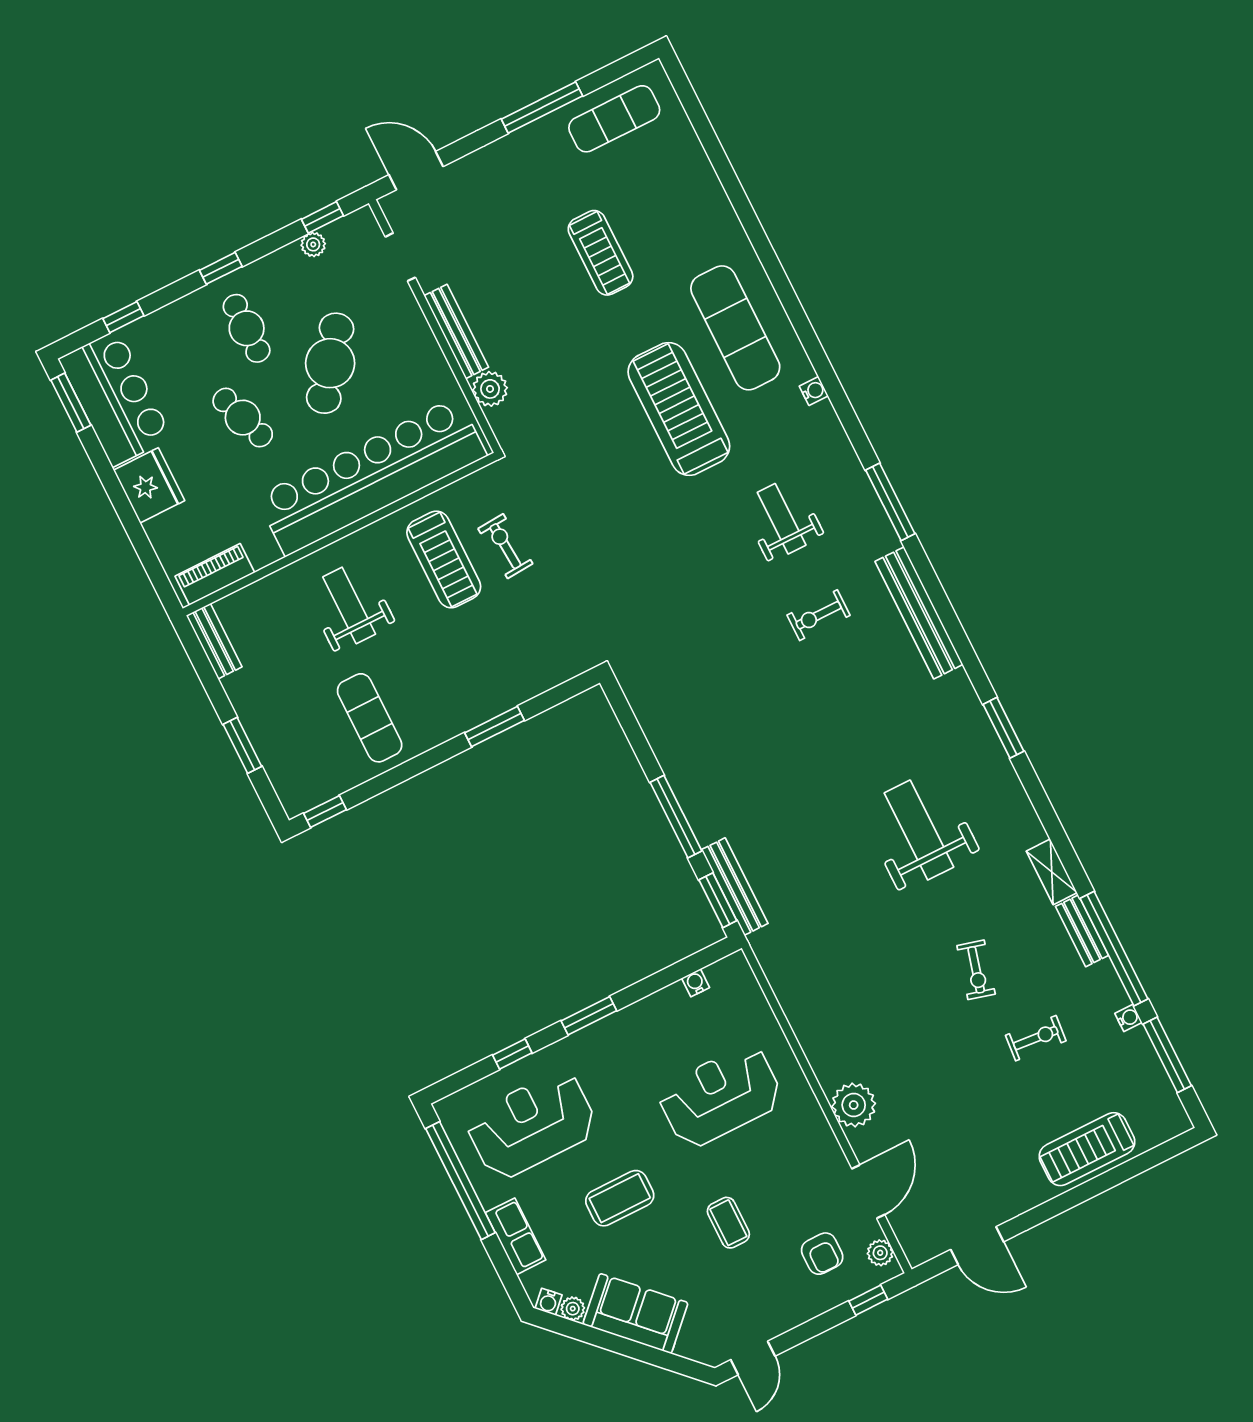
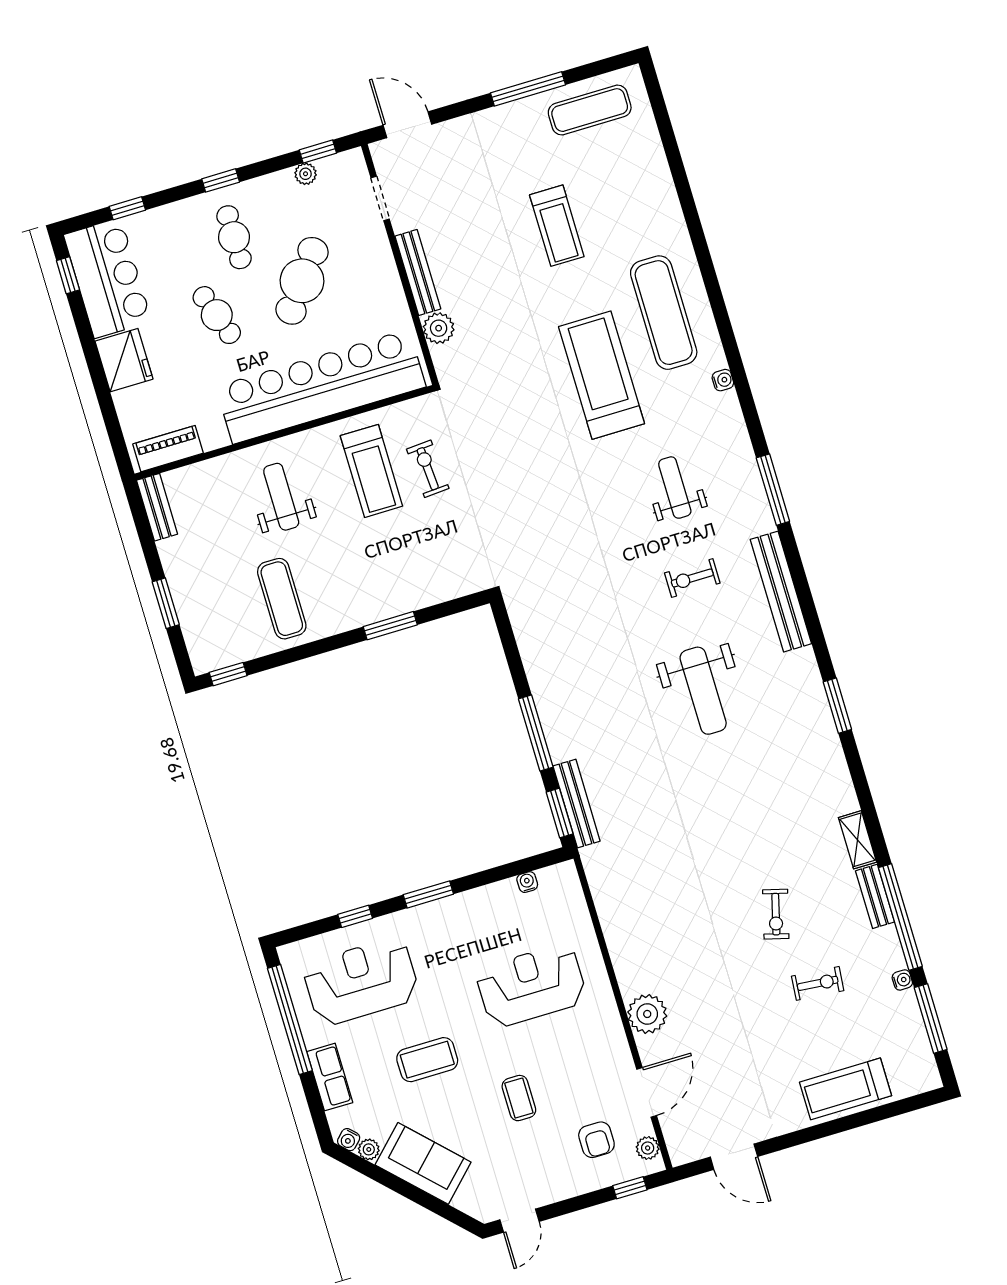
window: (71, 403) -> (68, 275), width x0.67
weight bench: (919, 830) -> (703, 691), moved, turned 180

